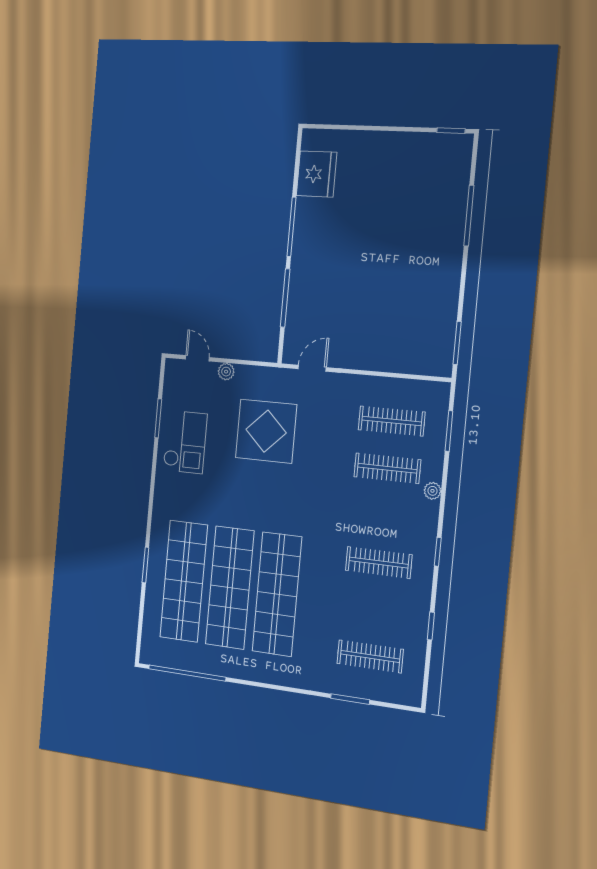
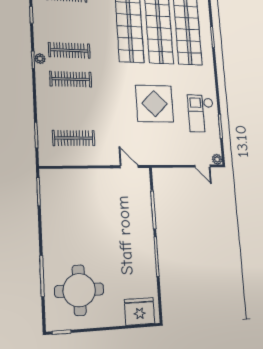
fridge: (317, 174) -> (140, 311), moved, turned 90
round table: (416, 189) -> (79, 290), added
door: (312, 368) -> (129, 167), swing flipped
plant: (226, 372) -> (217, 159), moved
display table: (266, 431) -> (155, 104), moved
clothes rail: (387, 468) -> (71, 79), moved
plant: (432, 491) -> (40, 59), moved

